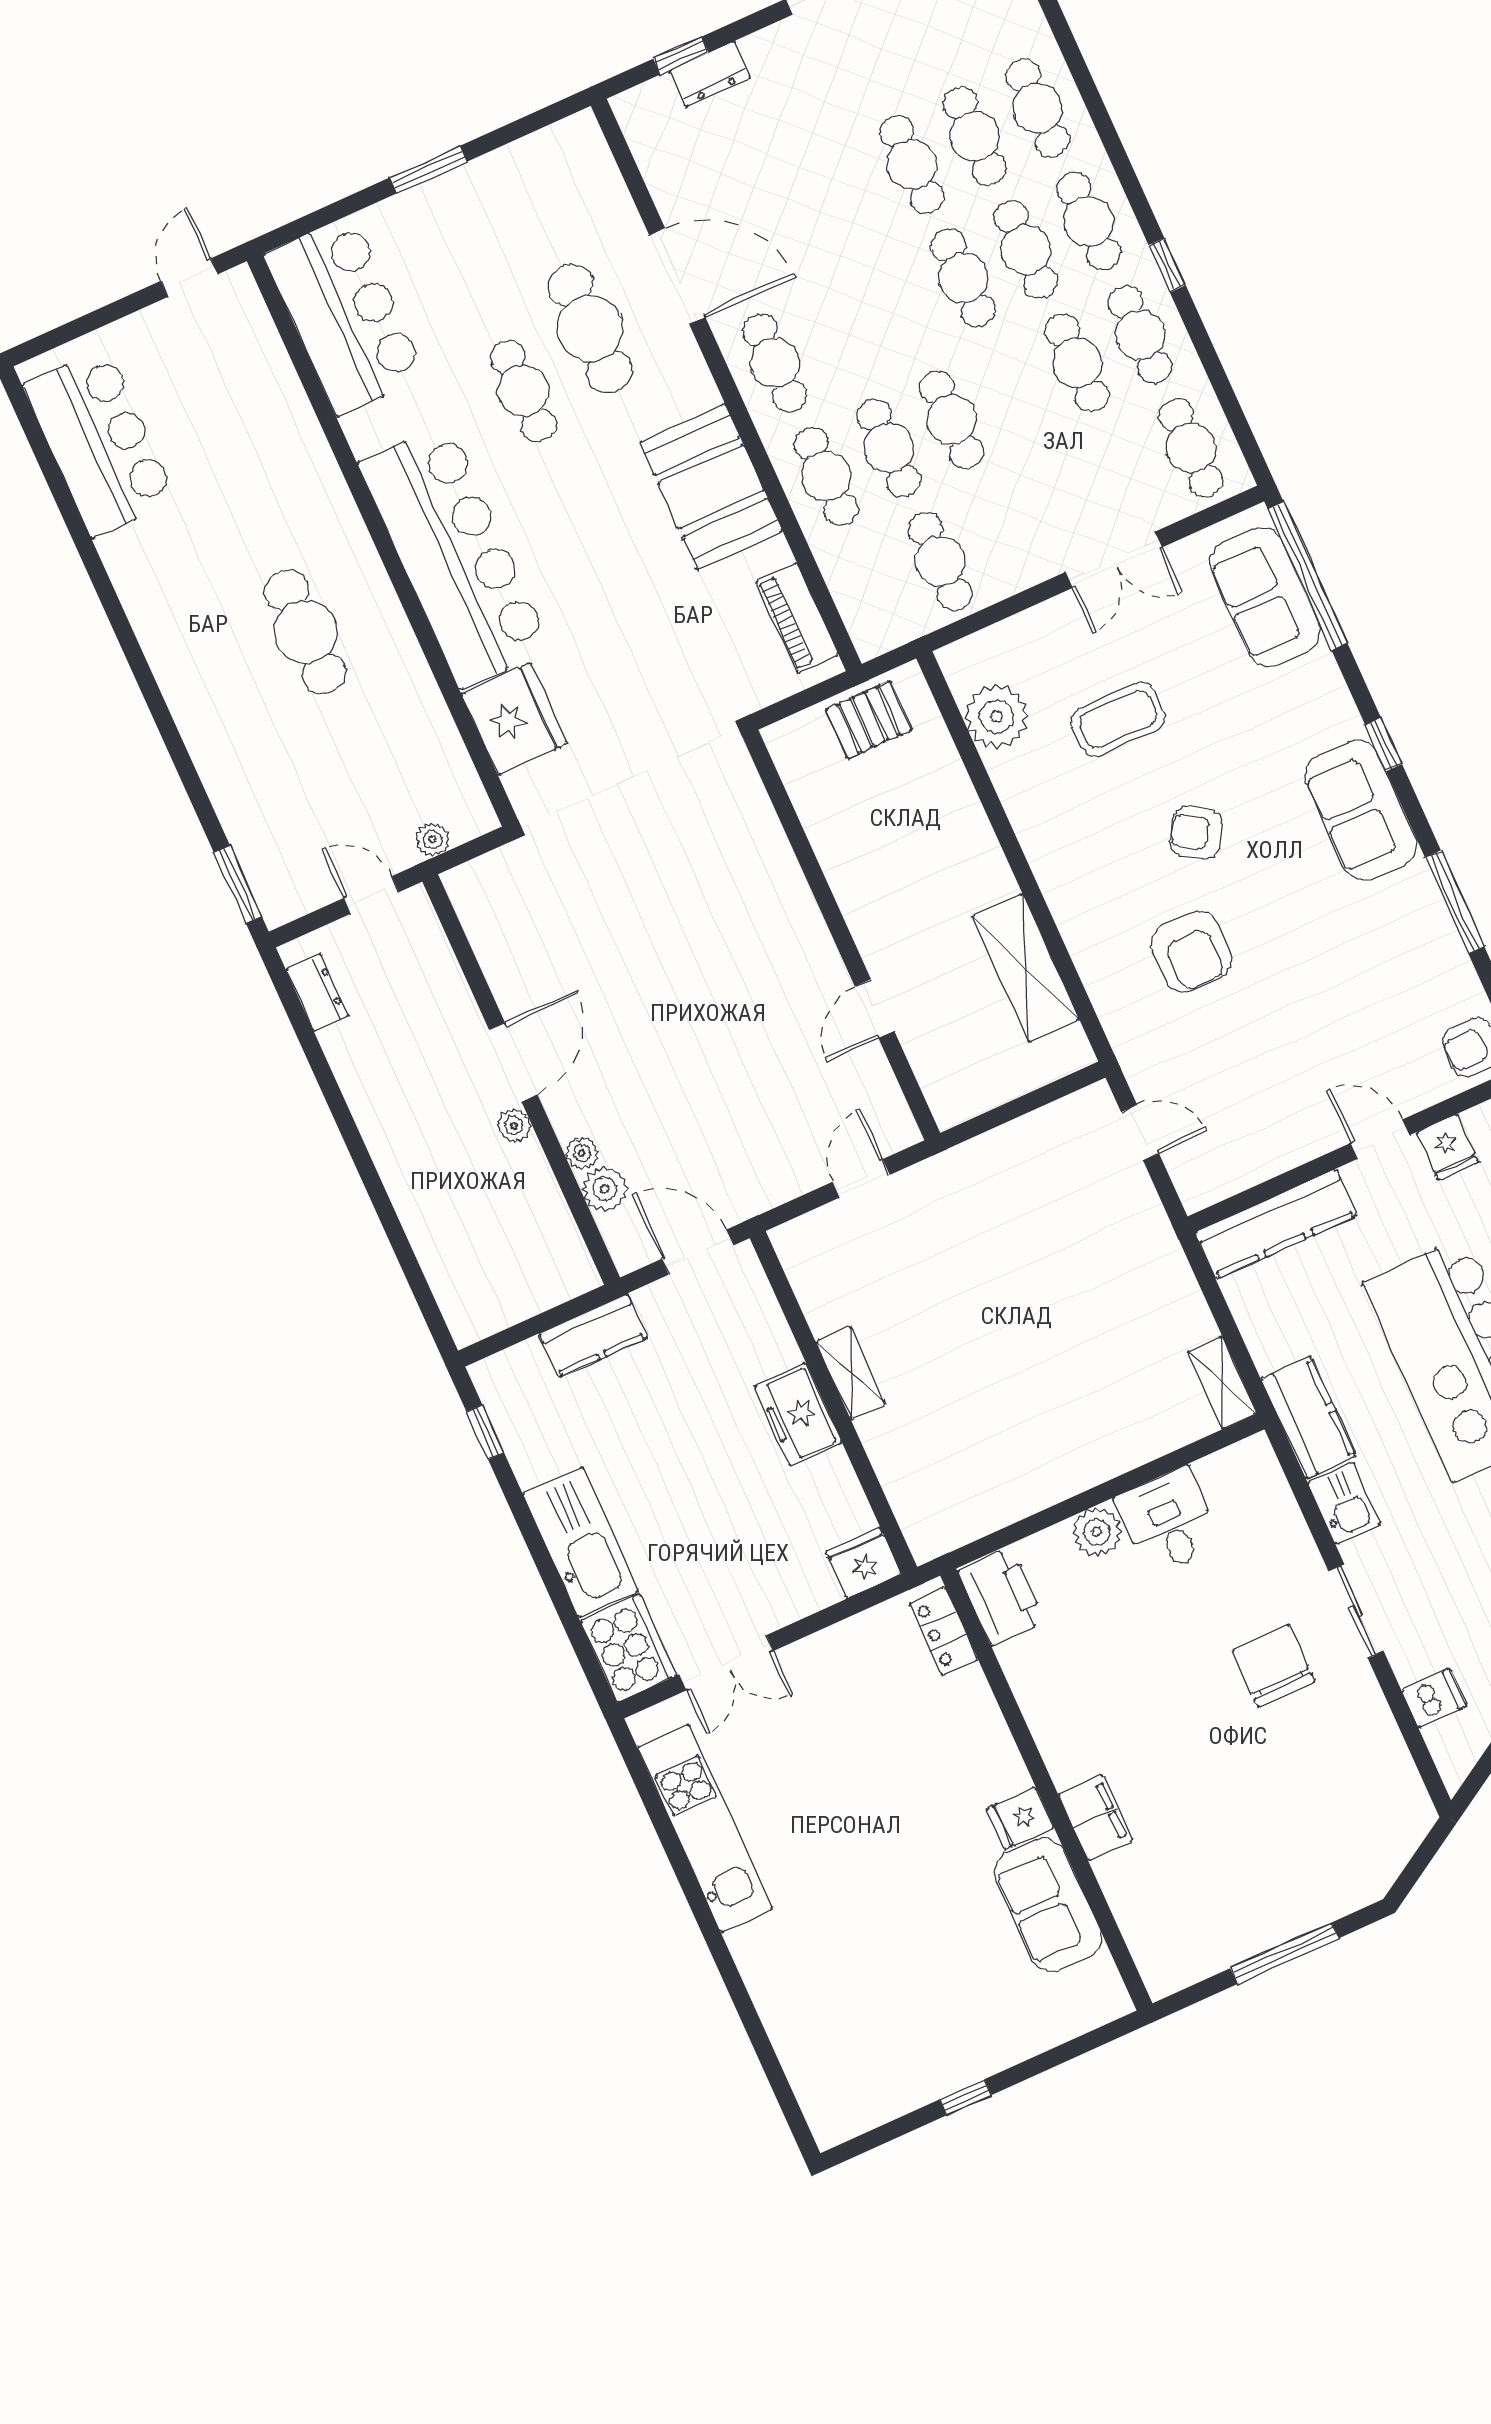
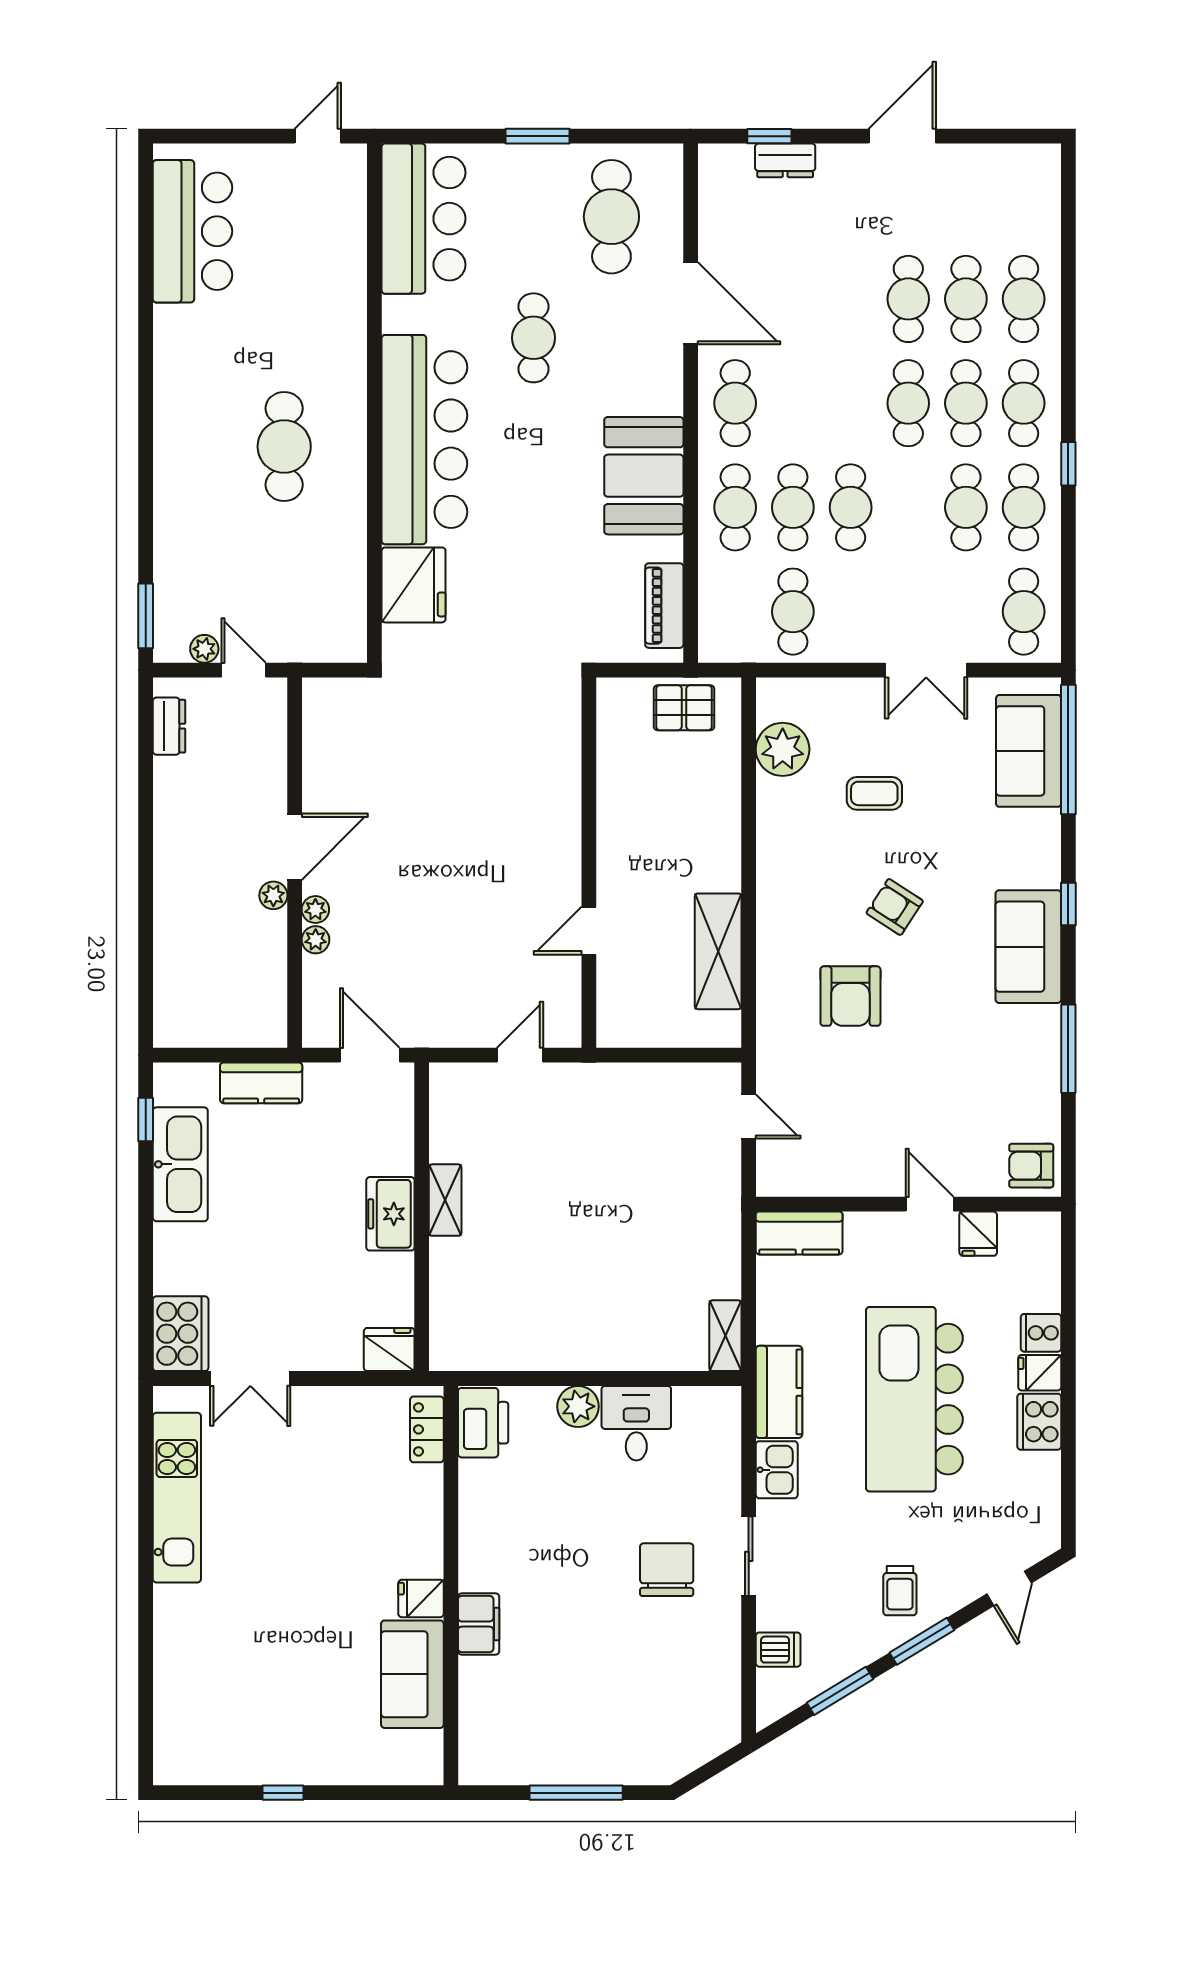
cafe table: (590, 328) -> (611, 217), moved
coffee table: (1118, 719) -> (874, 793), width x0.73, depth x0.77
plant: (433, 839) -> (204, 649), moved
plant: (605, 1189) -> (315, 910), moved, width x0.73, depth x0.73
kitchen counter: (1276, 1224) -> (799, 1233), width x0.67
kitchen sink: (580, 1542) -> (180, 1164), moved

